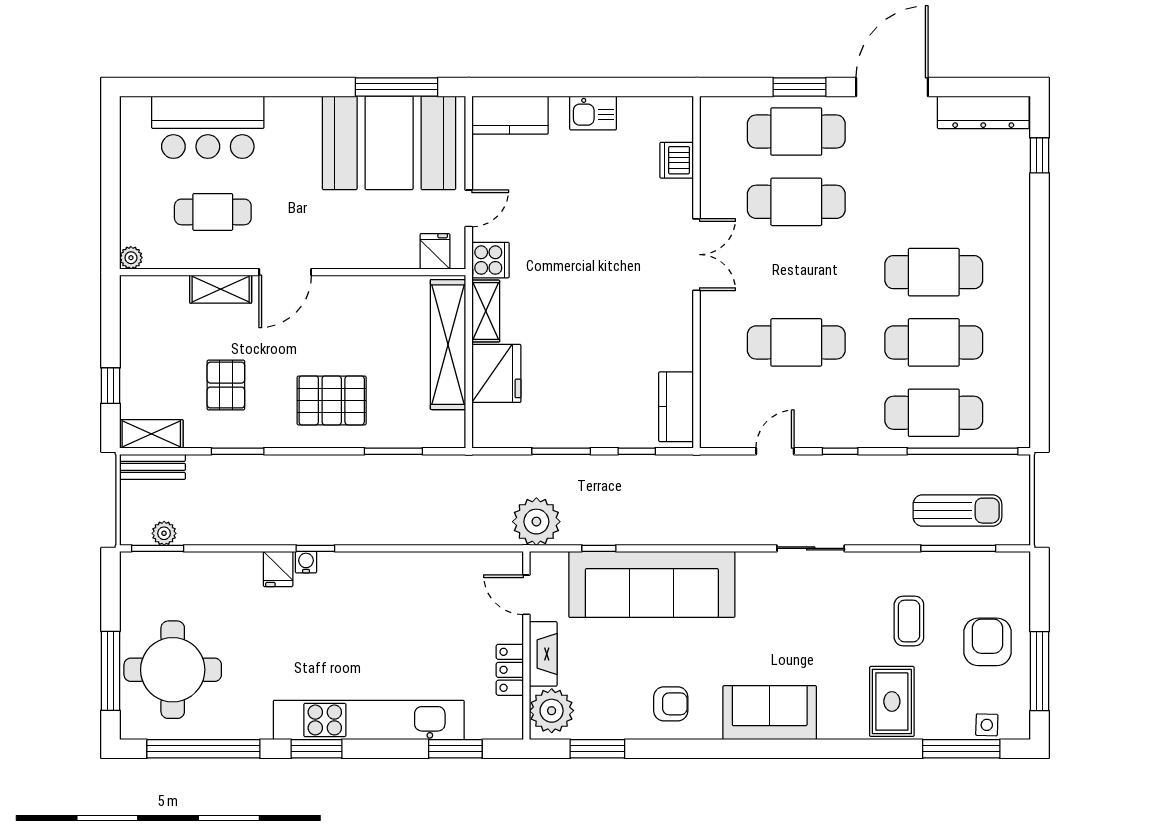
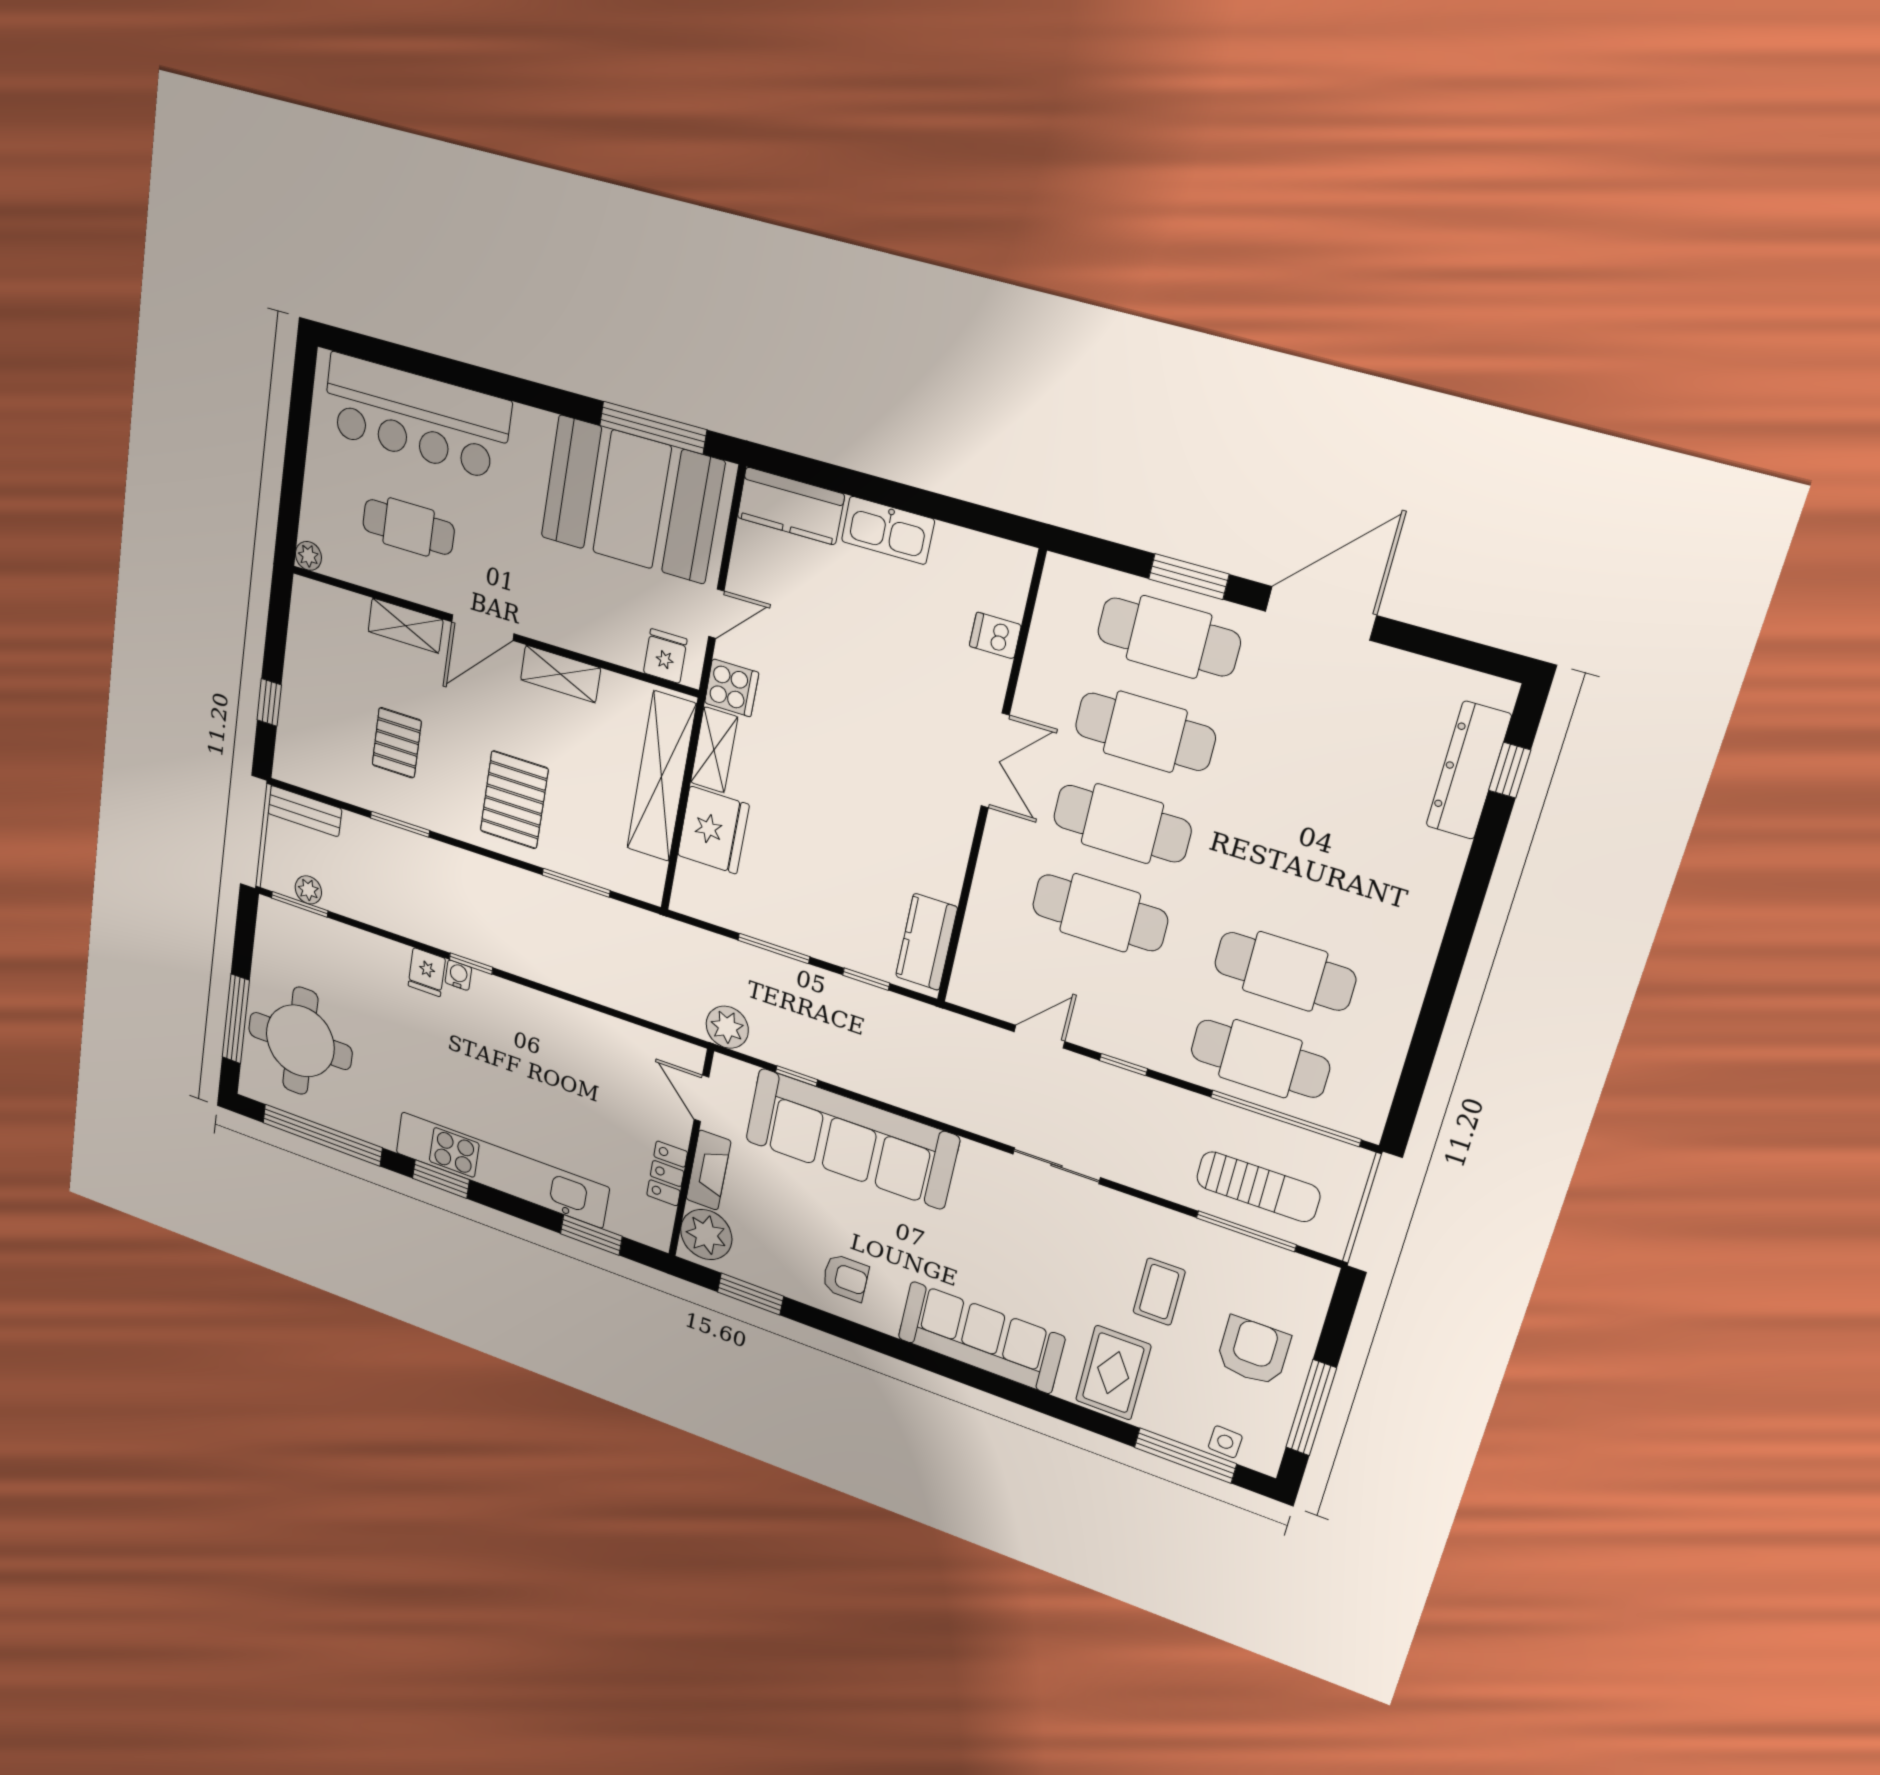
dresser: (983, 112) -> (1469, 770), moved, turned 90
kitchen sink: (593, 113) -> (888, 530), width x1.38
bar counter: (208, 127) -> (416, 416), width x1.36
dishwasher: (677, 160) -> (995, 636), width x0.73
cafe table: (934, 272) -> (1122, 824), moved
pallet: (332, 400) -> (514, 800), turned 90
shelving: (151, 434) -> (560, 674), moved
plant: (536, 522) -> (727, 1027), width x0.73, depth x0.73
sofa: (770, 713) -> (981, 1338), width x1.36

